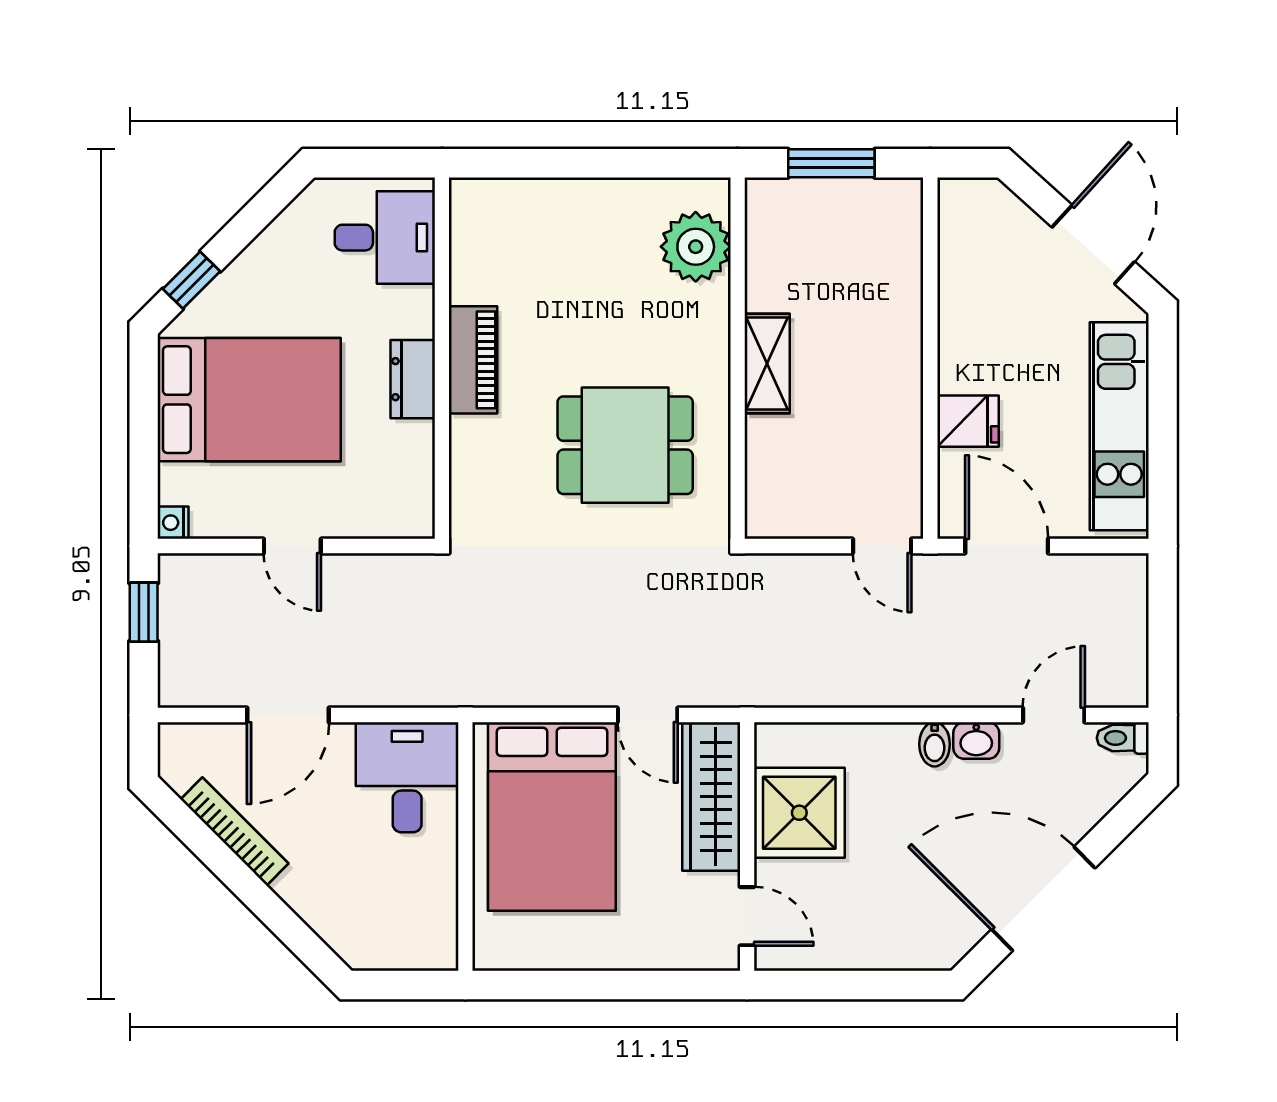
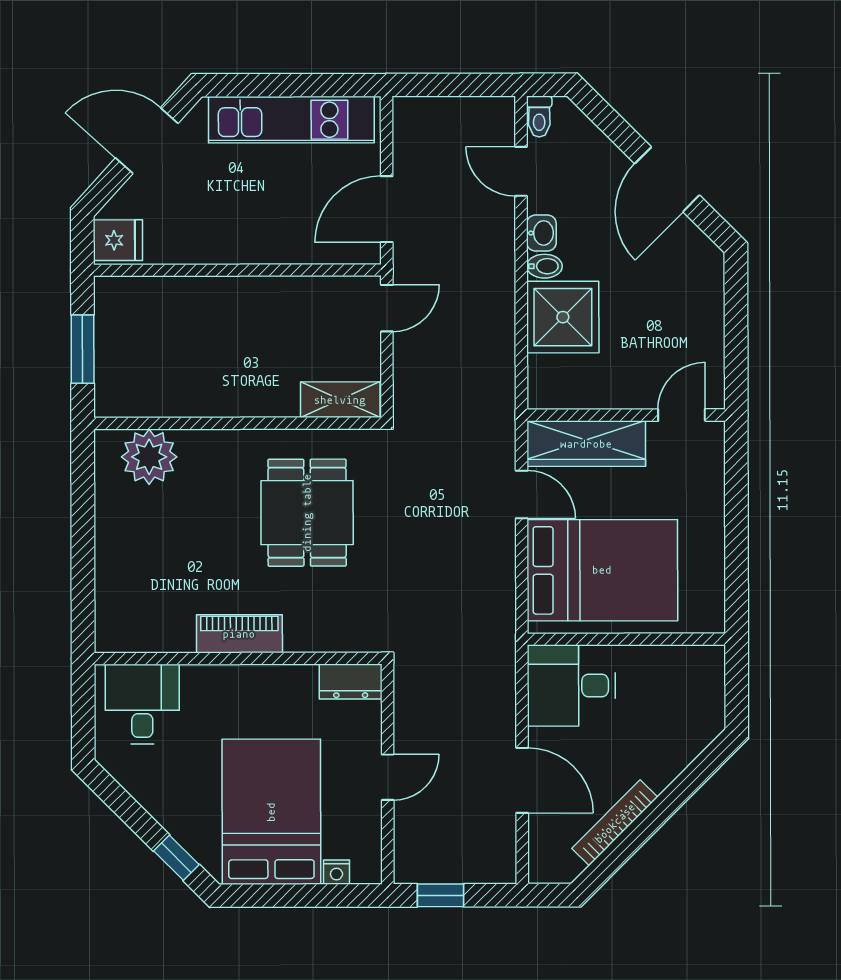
shelving: (767, 363) -> (340, 400), moved
dresser: (413, 379) -> (351, 682), moved
fridge: (968, 421) -> (118, 240), moved, turned 90
nightstand: (173, 523) -> (336, 872), moved
door: (648, 715) -> (522, 494), hinge flipped
shower: (799, 813) -> (563, 317), moved
door: (1043, 899) -> (667, 179), width x0.73

